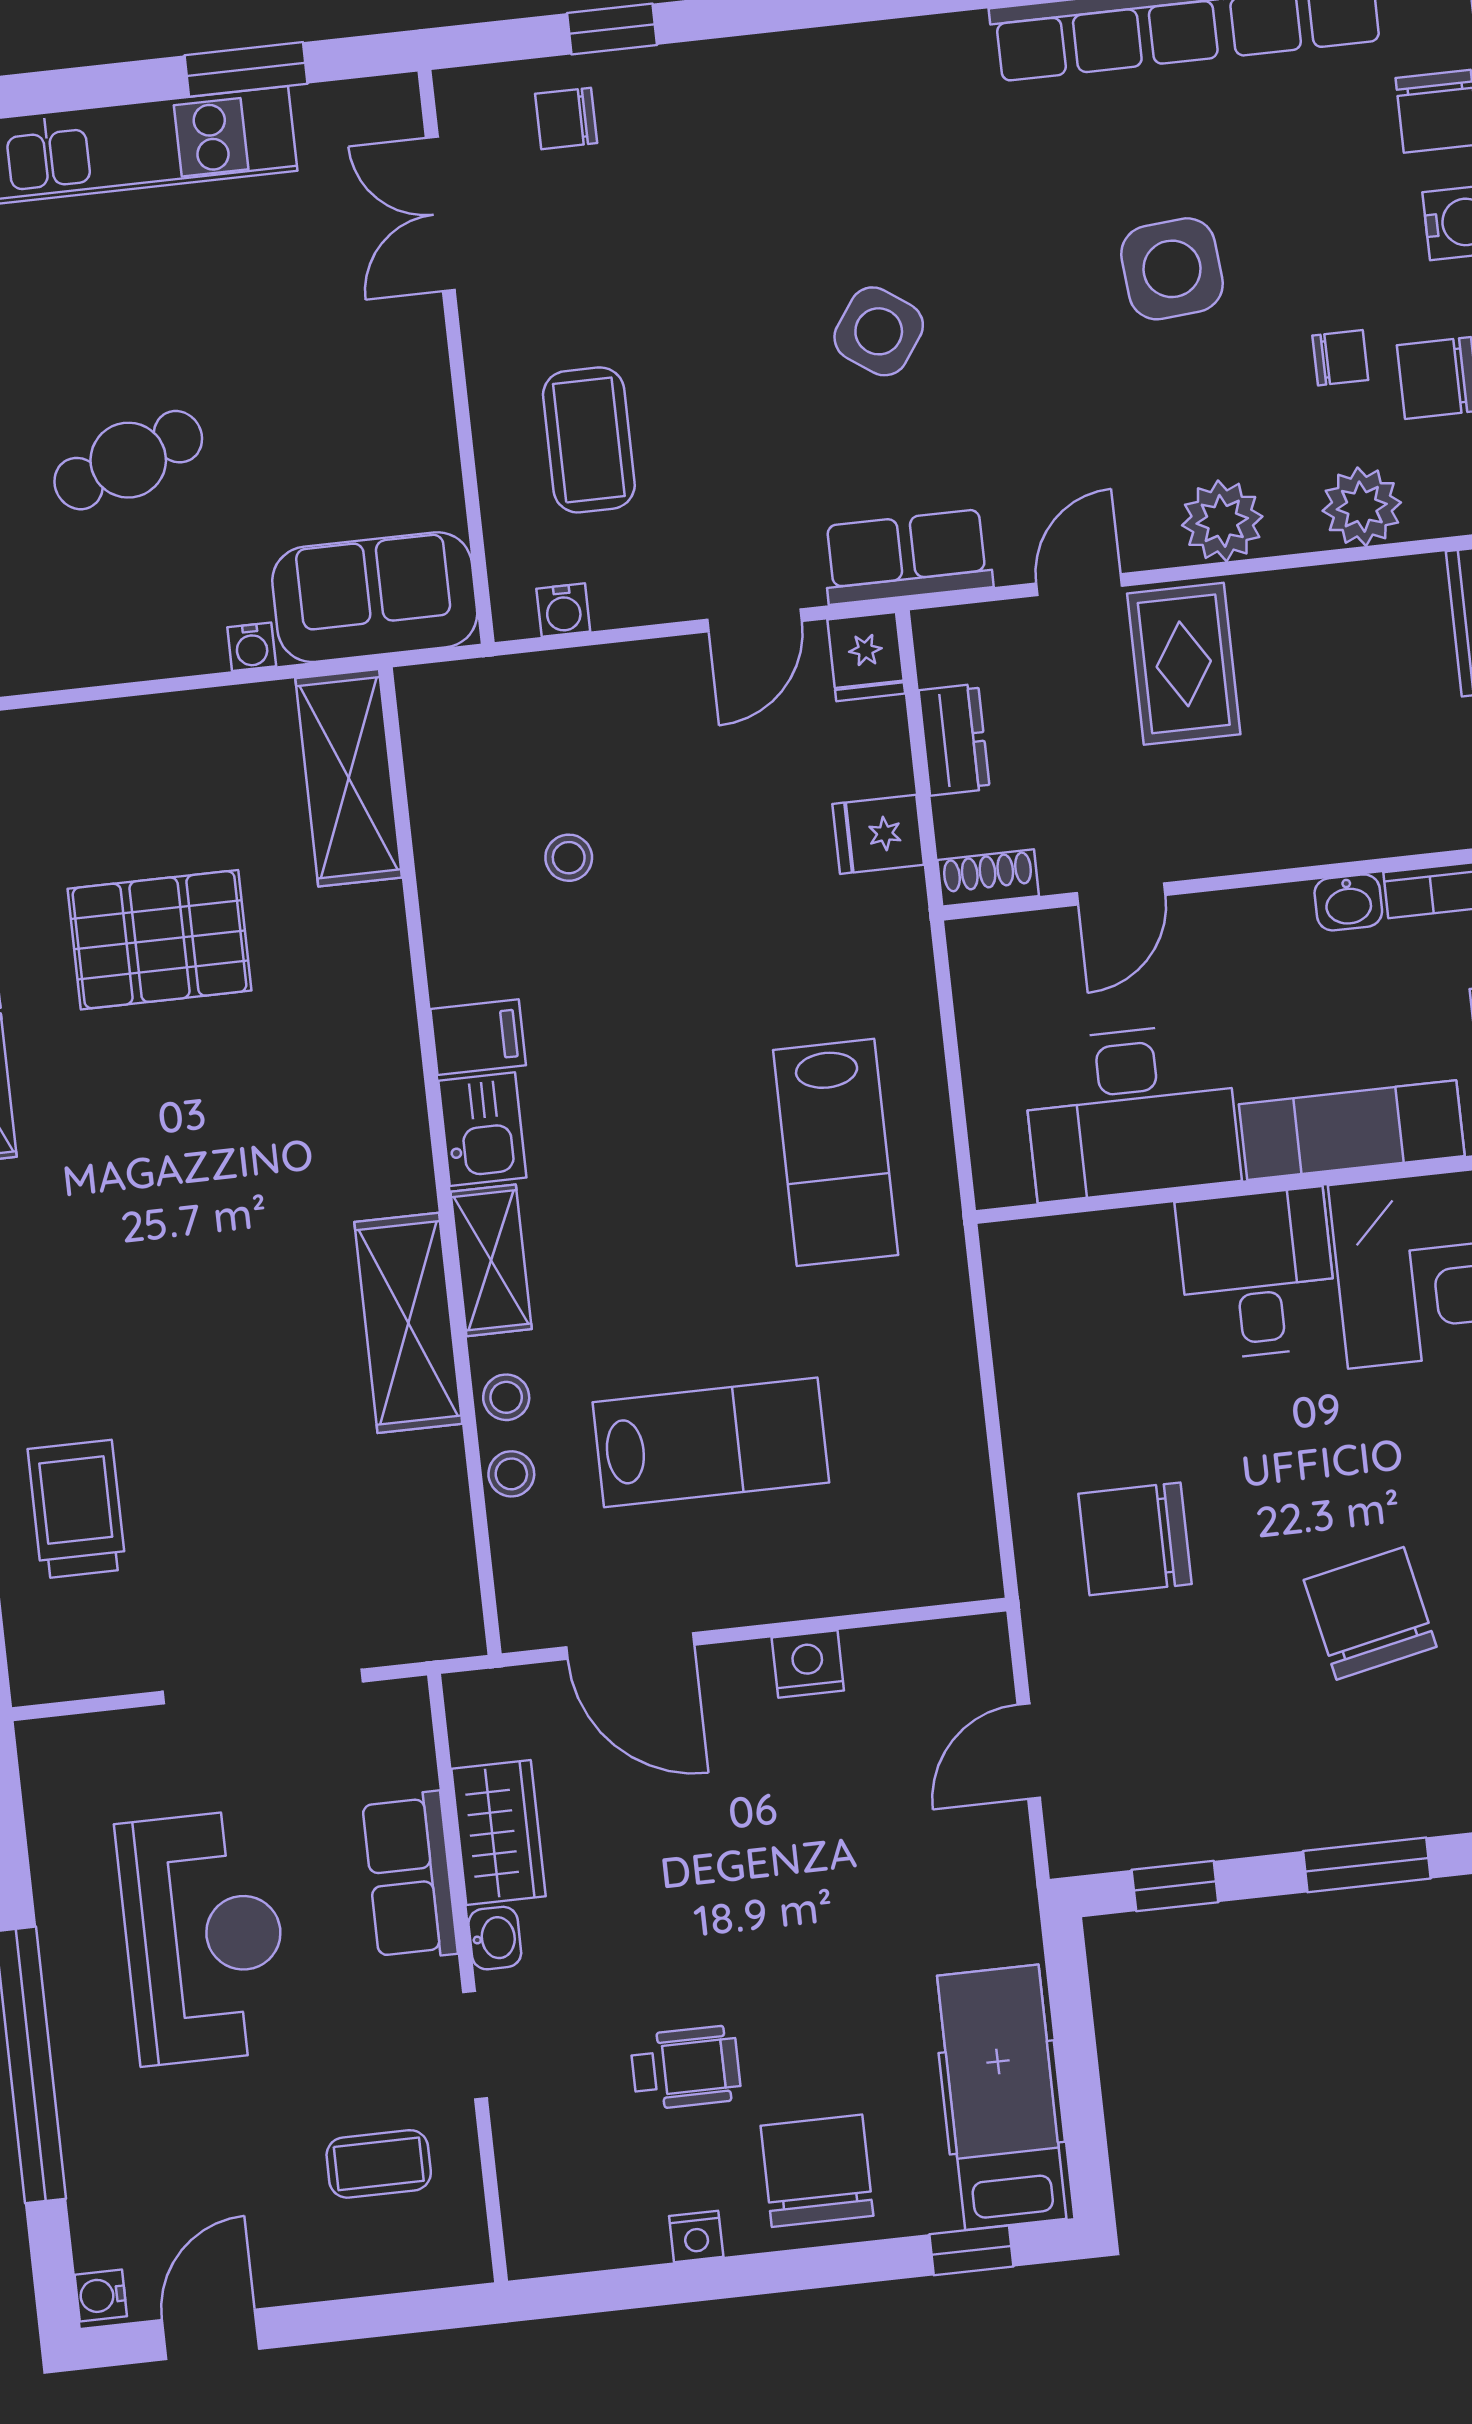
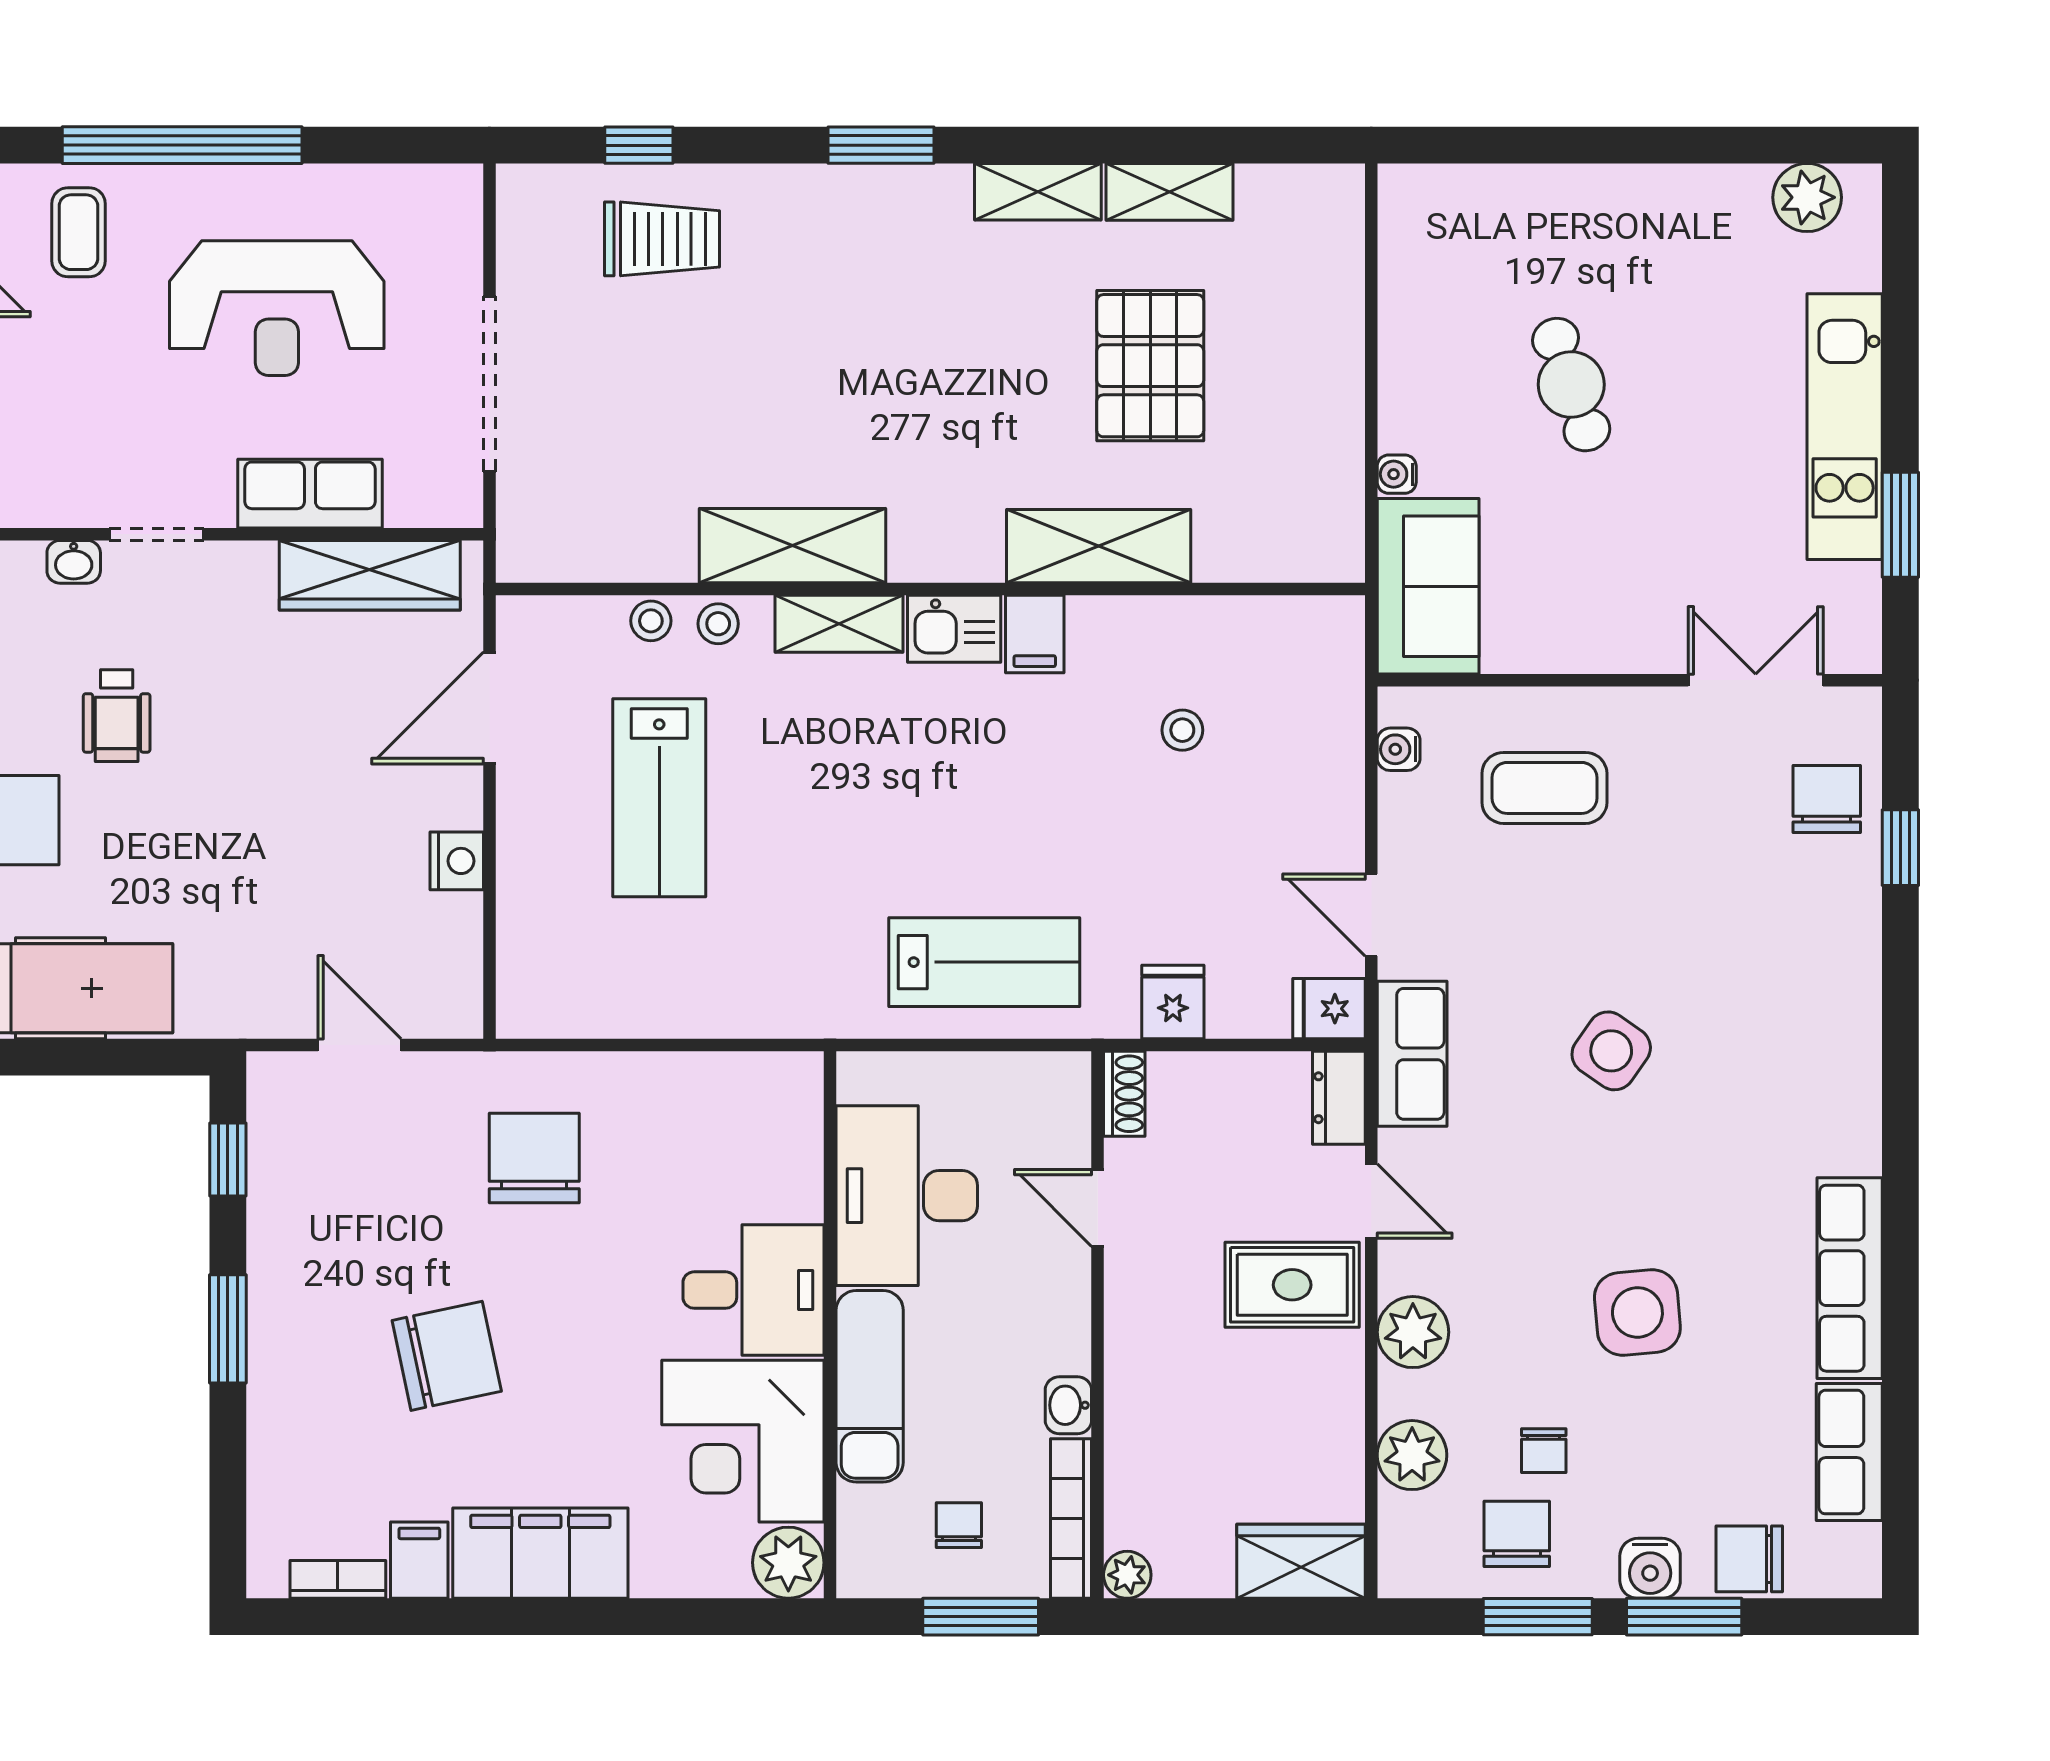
chair: (566, 118) -> (1827, 799), width x1.37, depth x1.37
dresser: (954, 740) -> (1339, 1098), moved, turned 90
shelving: (349, 778) -> (1099, 546), moved
lab bench: (836, 1152) -> (984, 962), moved, turned 180
wardrobe: (499, 1832) -> (370, 575), width x1.50
washbasin: (495, 1938) -> (74, 562), moved
coffee table: (379, 2164) -> (78, 232), moved

